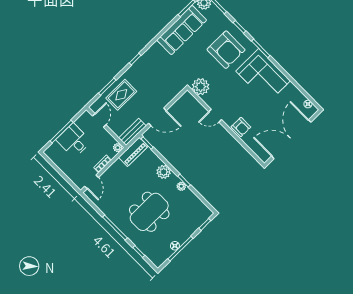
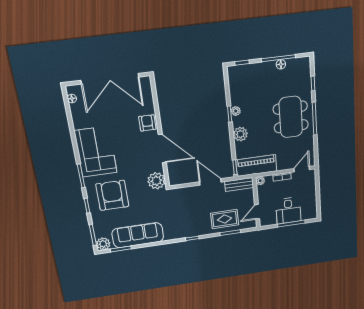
door: (215, 116) -> (162, 149), width x1.87
piano: (133, 152) -> (256, 166), width x1.37, depth x1.33
dining table: (149, 212) -> (291, 117), moved, turned 90

